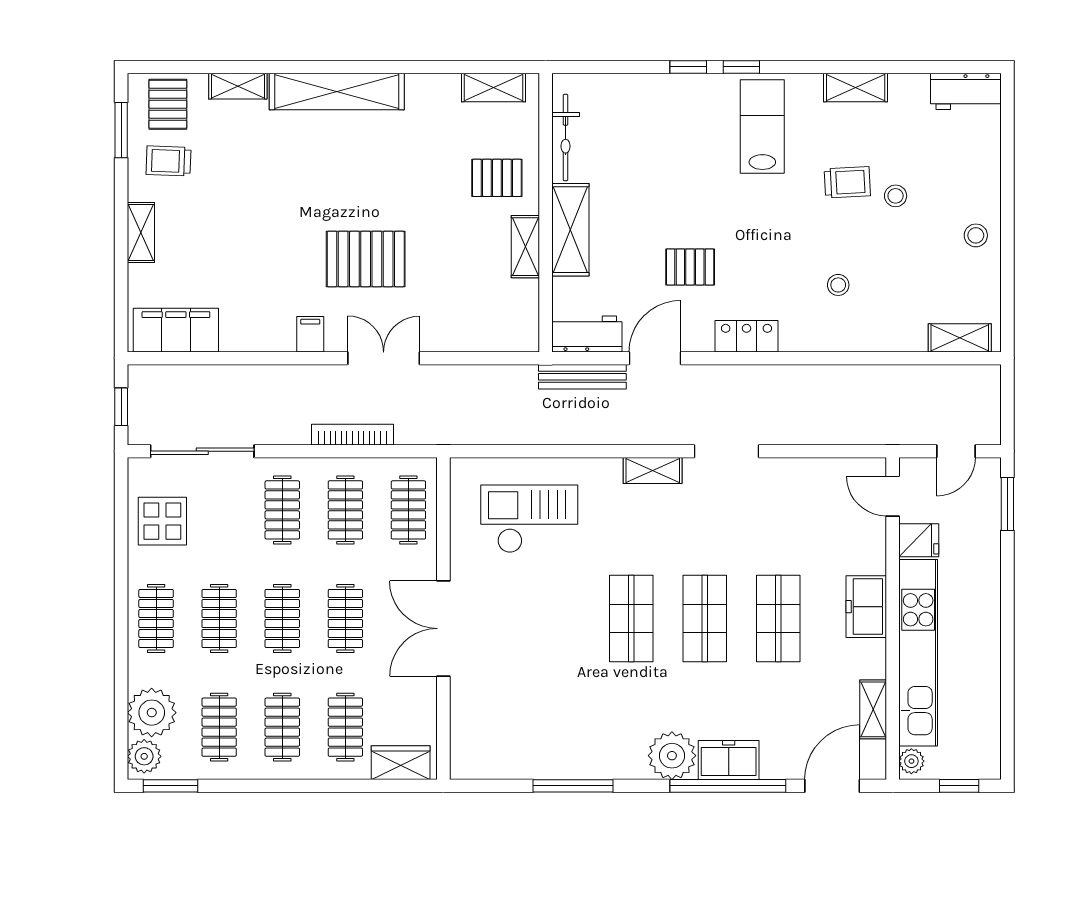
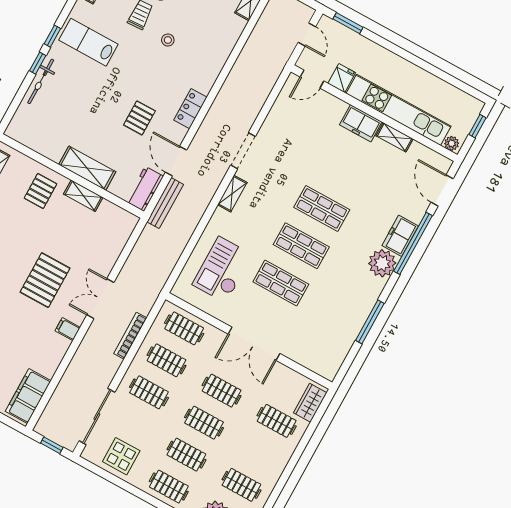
bicycle: (566, 138) -> (41, 81), moved, turned 90
stool: (838, 285) -> (168, 40), moved
shop shelf: (778, 619) -> (281, 283), moved
shelving: (873, 709) -> (395, 137), moved
clothes rail: (282, 727) -> (259, 453), removed

